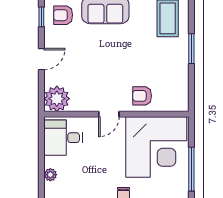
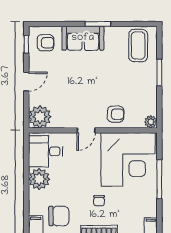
armchair: (63, 15) -> (46, 43), turned 180
armchair: (142, 96) -> (116, 114), turned 180
plant: (182, 104) -> (151, 122), added
plant: (50, 175) -> (39, 179), width x1.88, depth x1.88

